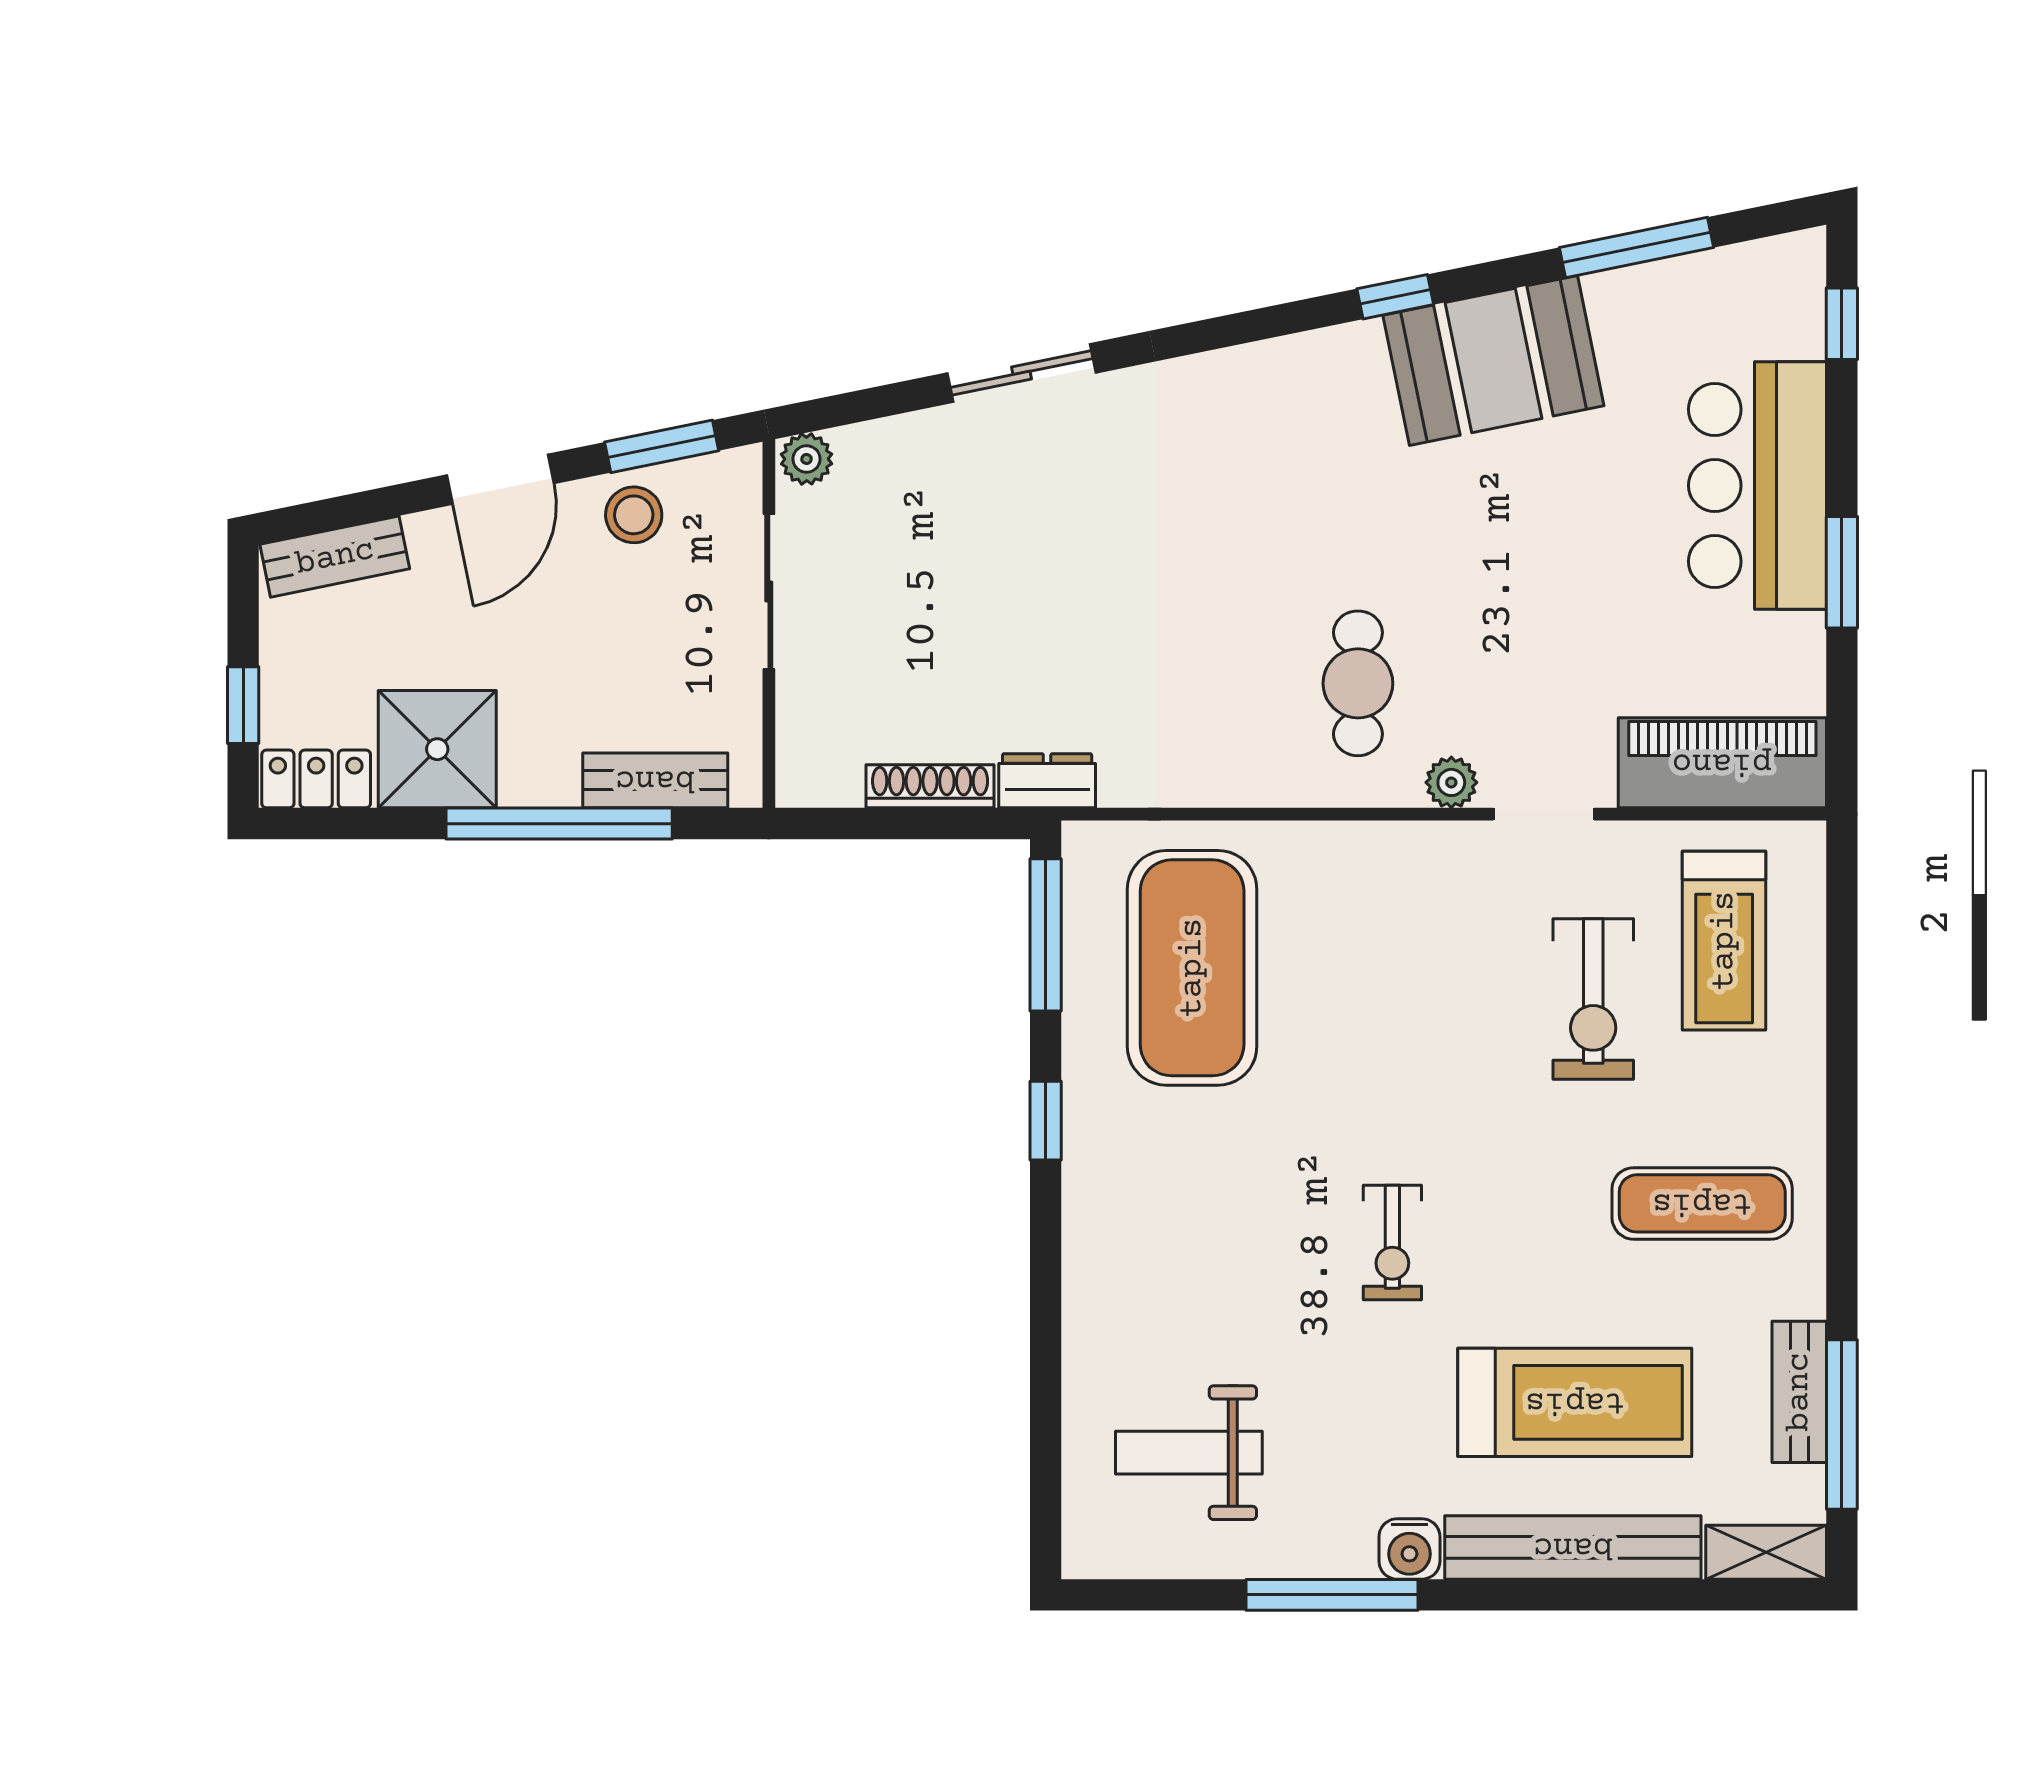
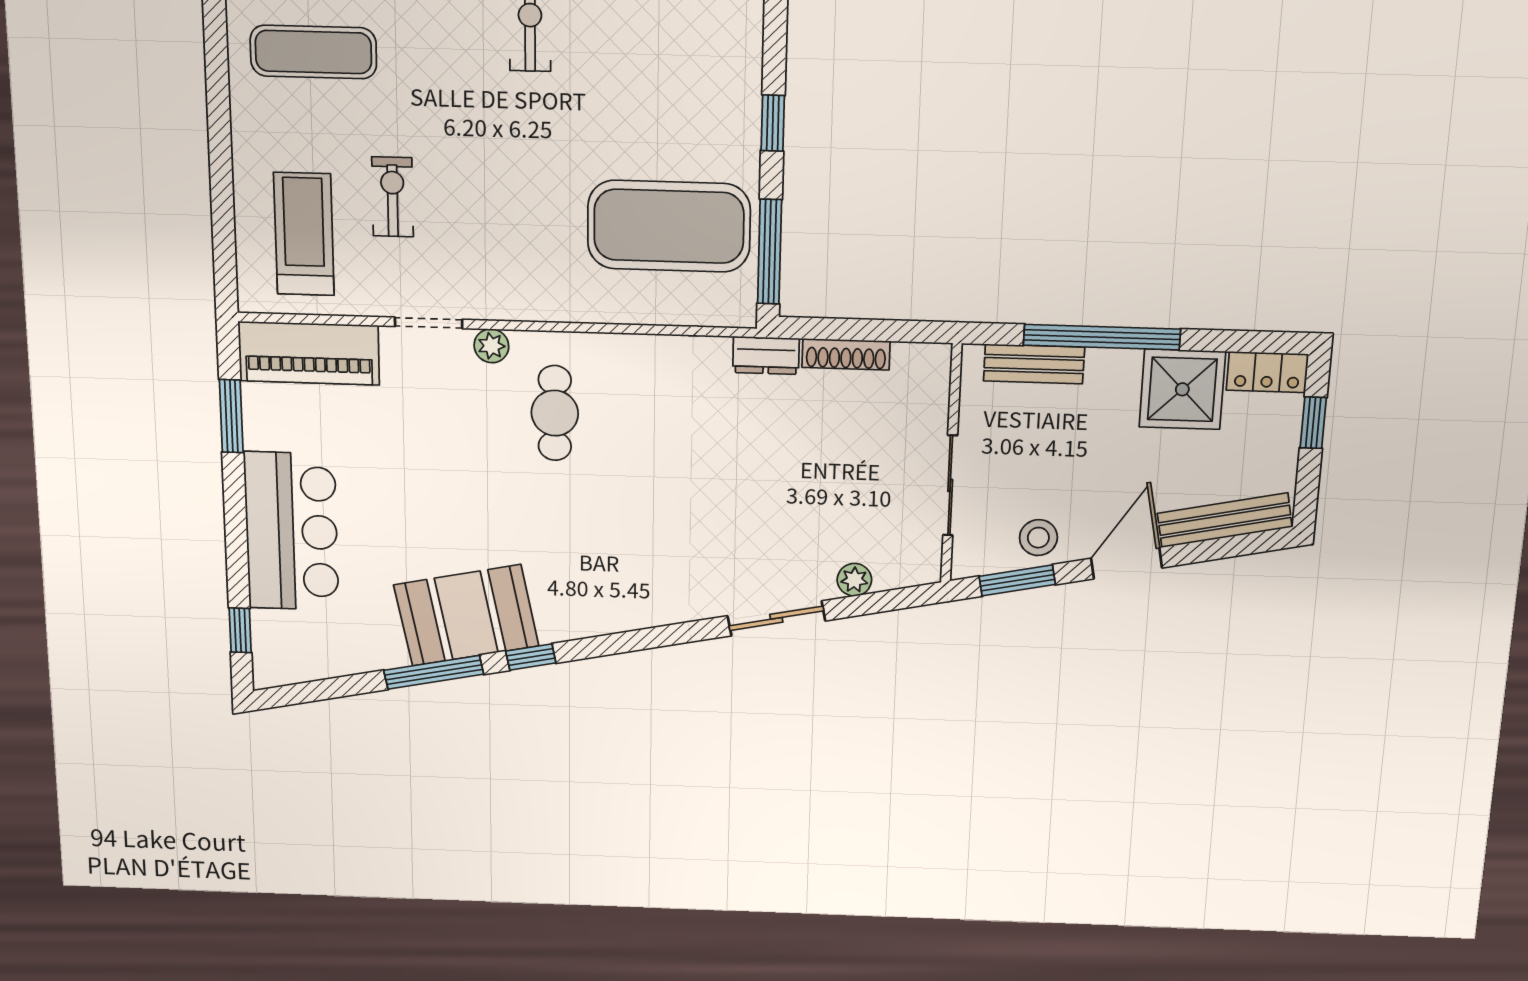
window: (1637, 247) -> (434, 672), moved
plant: (807, 459) -> (854, 580), moved
bench: (335, 557) -> (1225, 520), width x1.36
window: (1842, 572) -> (231, 416), moved
exercise mat: (1192, 968) -> (669, 226), turned 90
exercise bike: (1593, 999) -> (392, 197), width x0.73, depth x0.72

